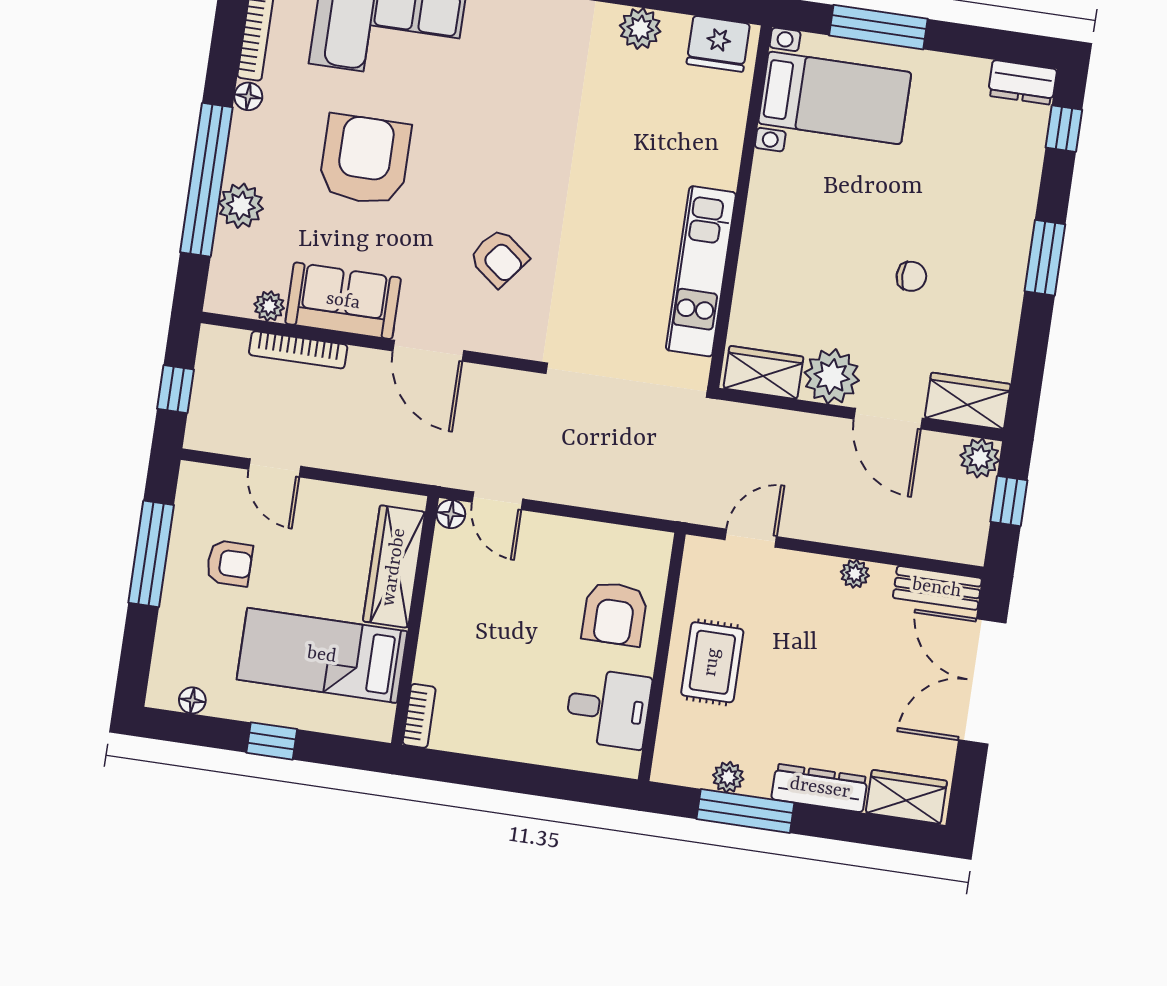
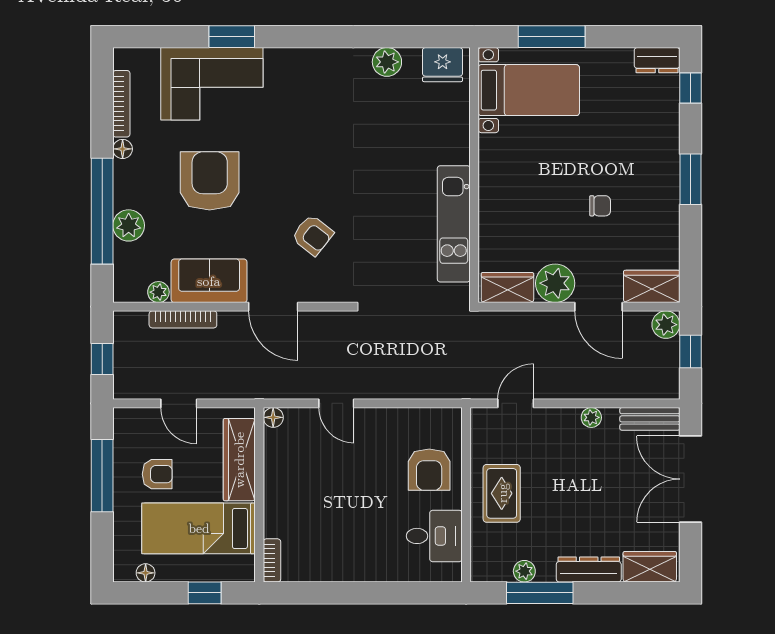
floor lamp: (451, 514) -> (273, 417), moved
wardrobe: (394, 567) -> (239, 460), moved
wall: (415, 620) -> (259, 495), moved
bed: (322, 655) -> (199, 528), moved
bookcase: (419, 716) -> (272, 560), moved

